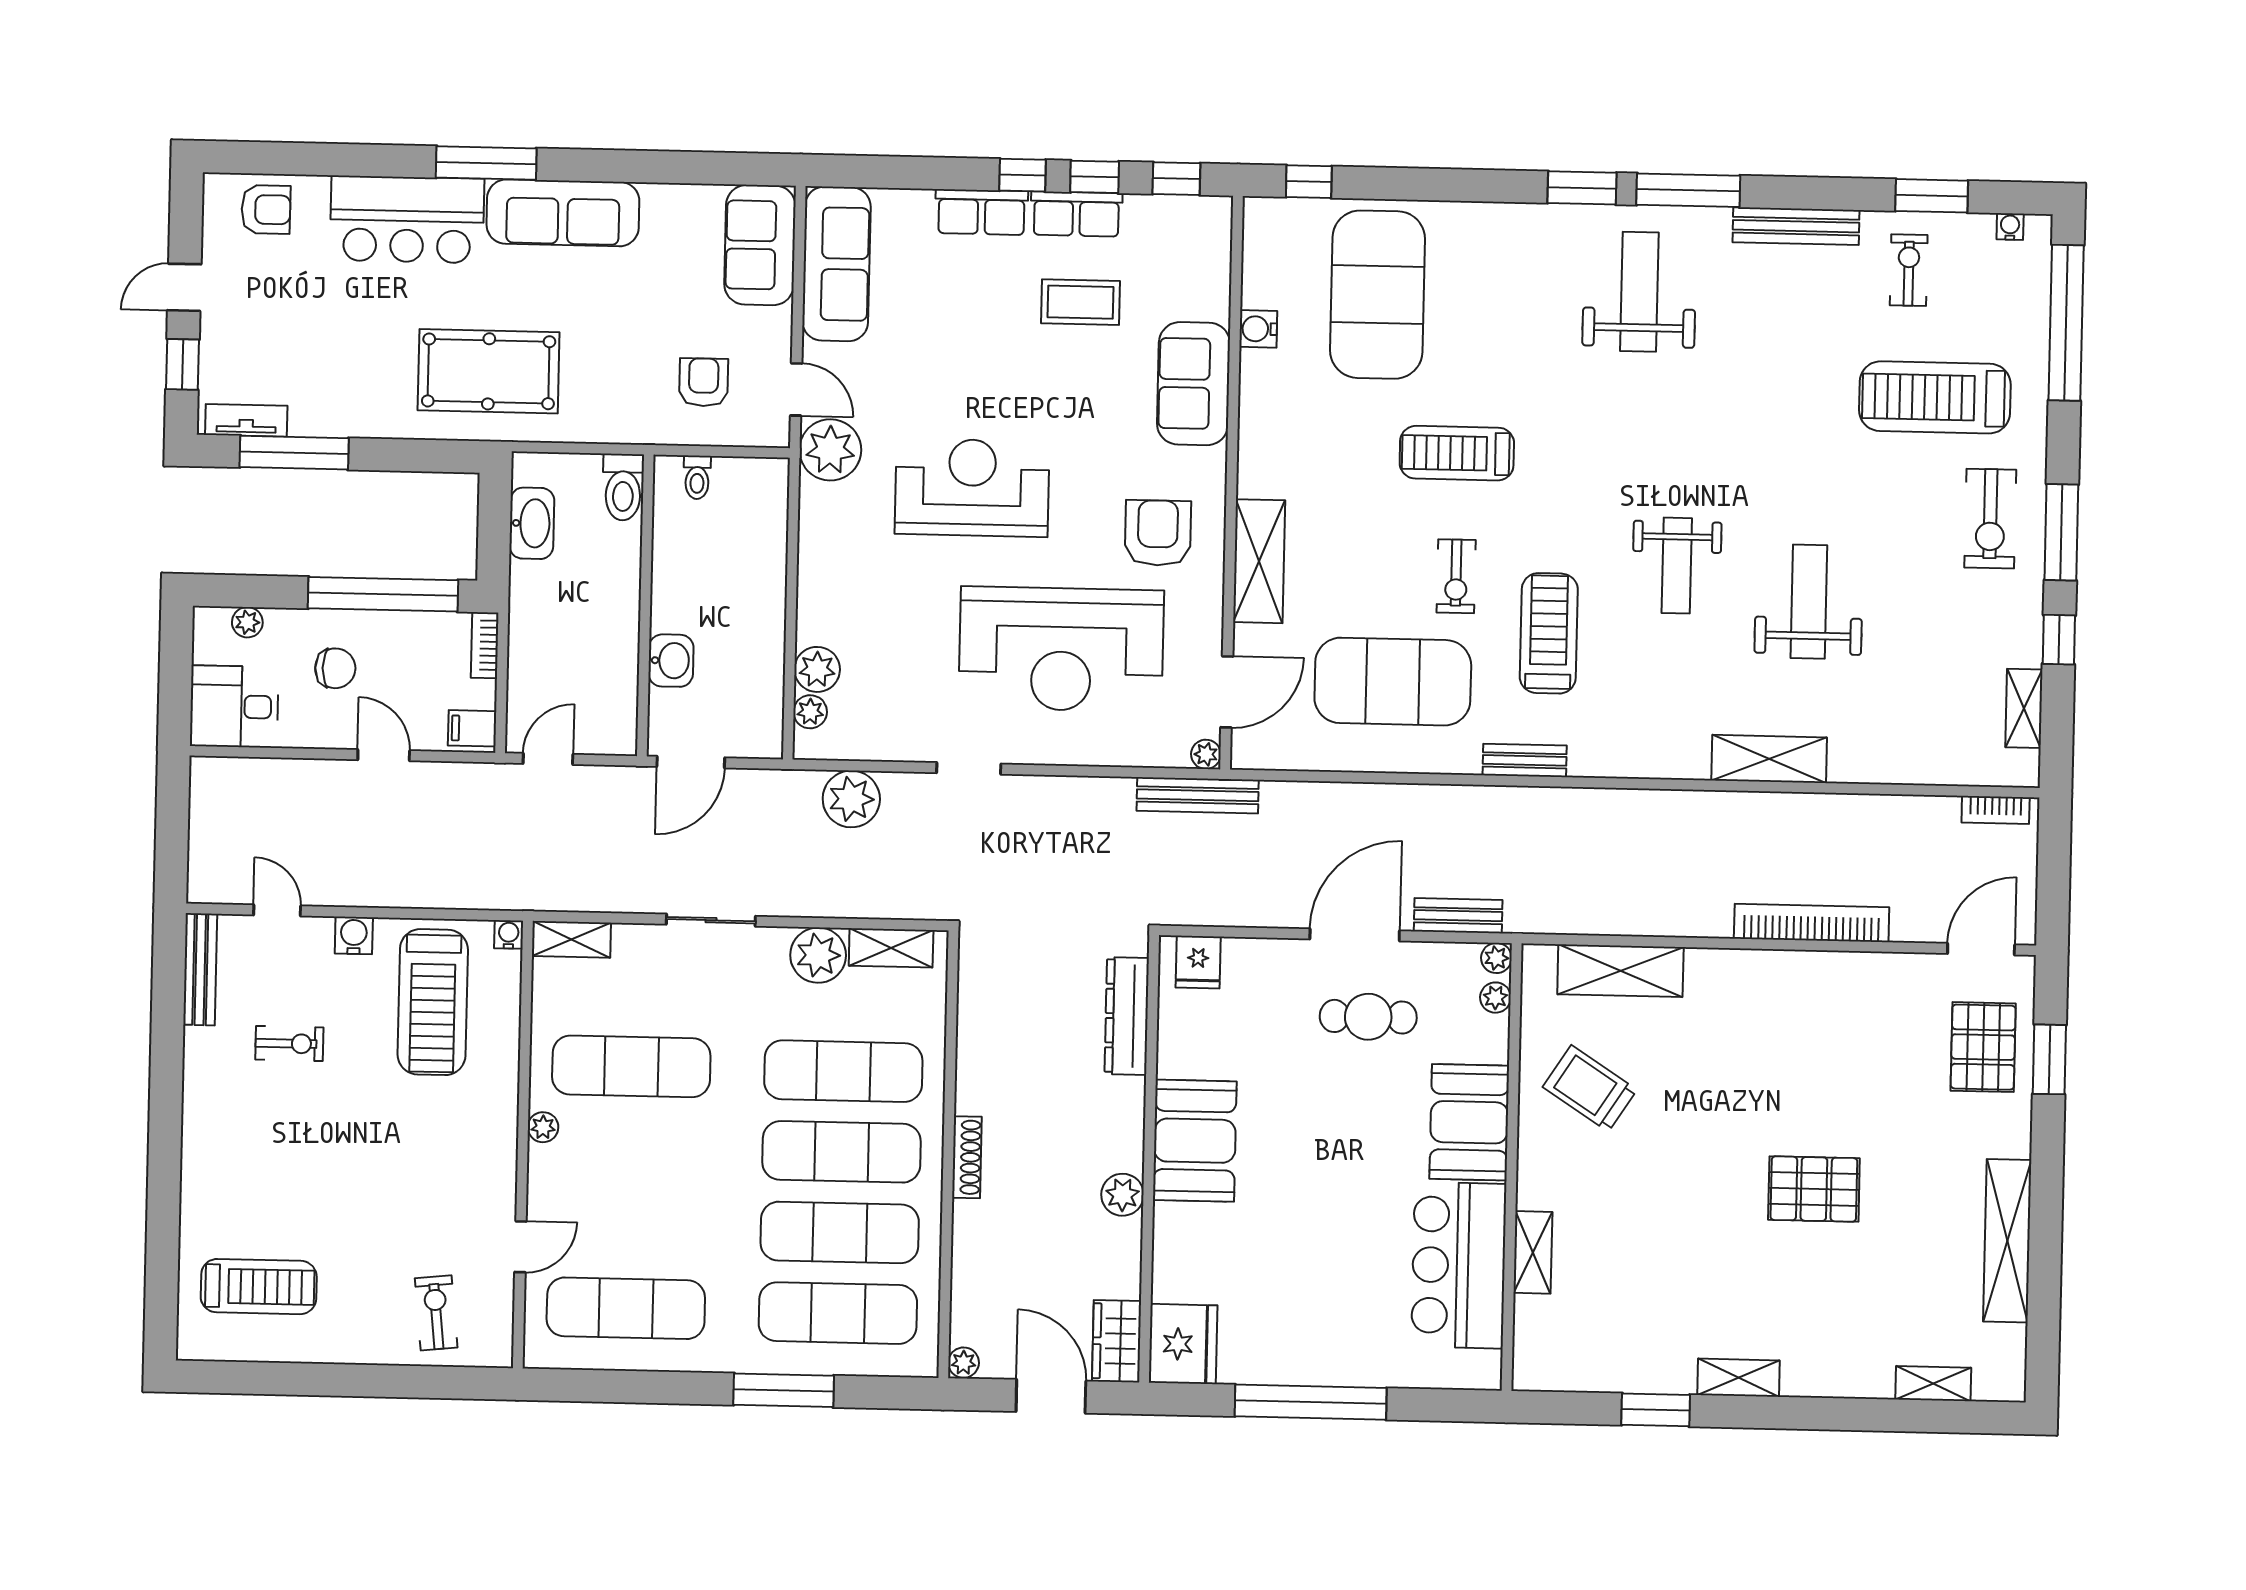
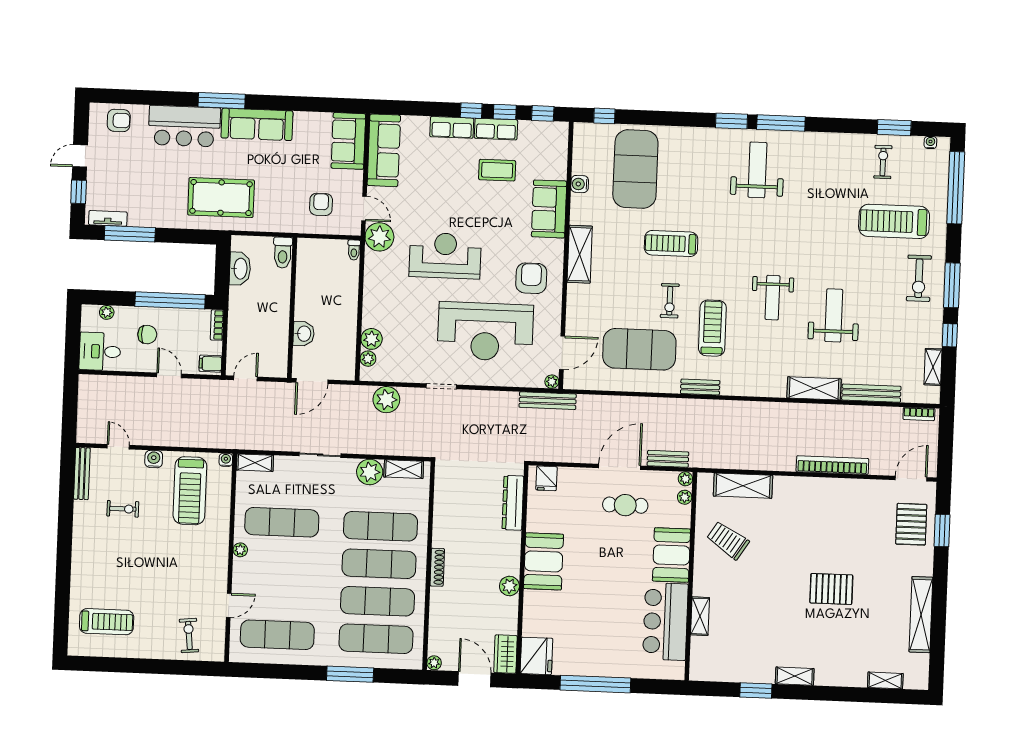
bench: (1796, 226) -> (871, 393), moved
toilet: (697, 477) -> (354, 250), moved
shelving: (1259, 561) -> (580, 254), moved

